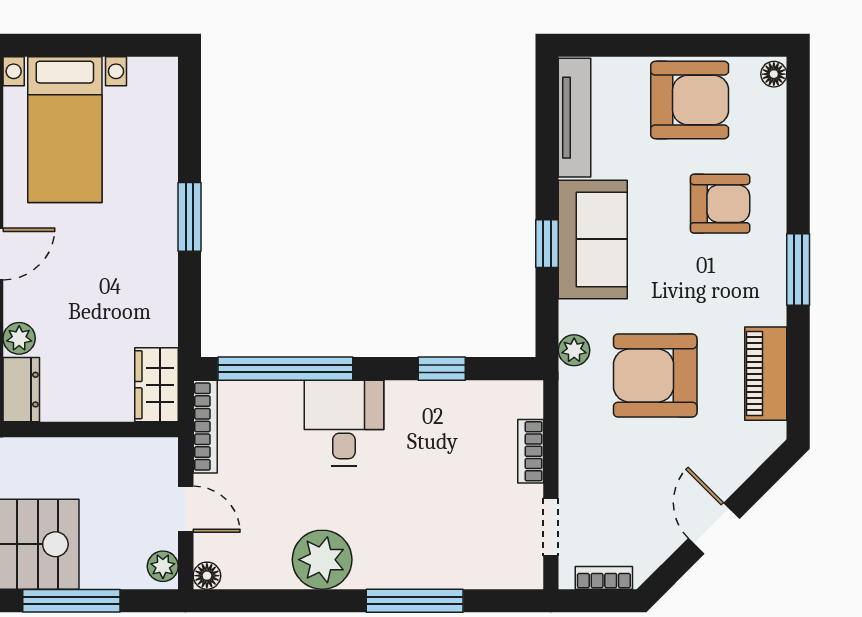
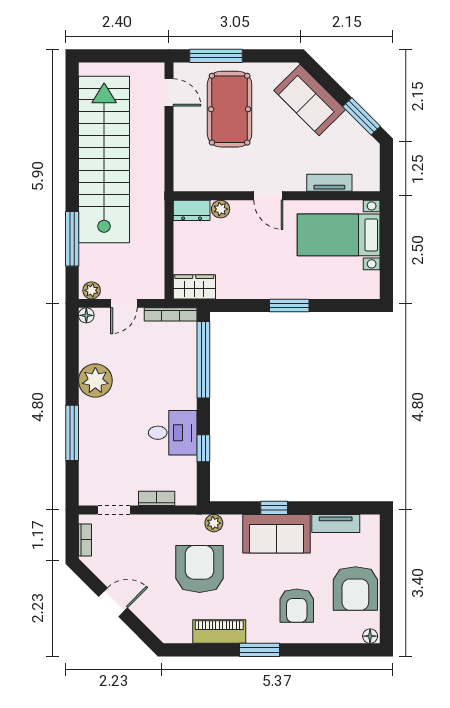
tv unit: (575, 118) -> (336, 523), width x0.71
piano: (766, 374) -> (219, 632), moved
desk: (344, 423) -> (173, 433), moved

